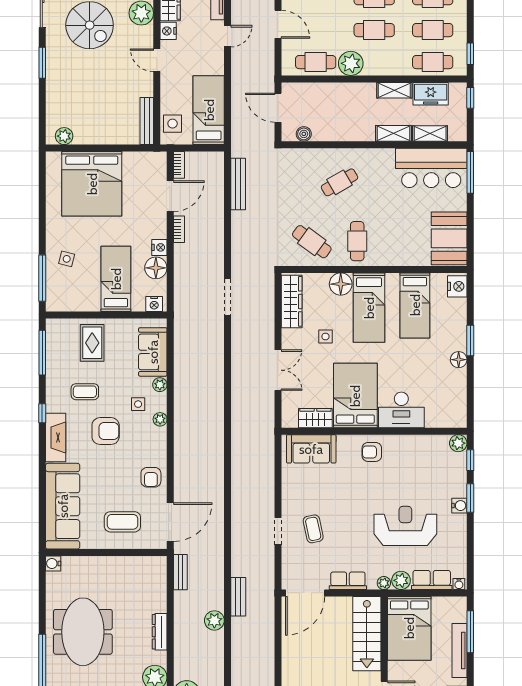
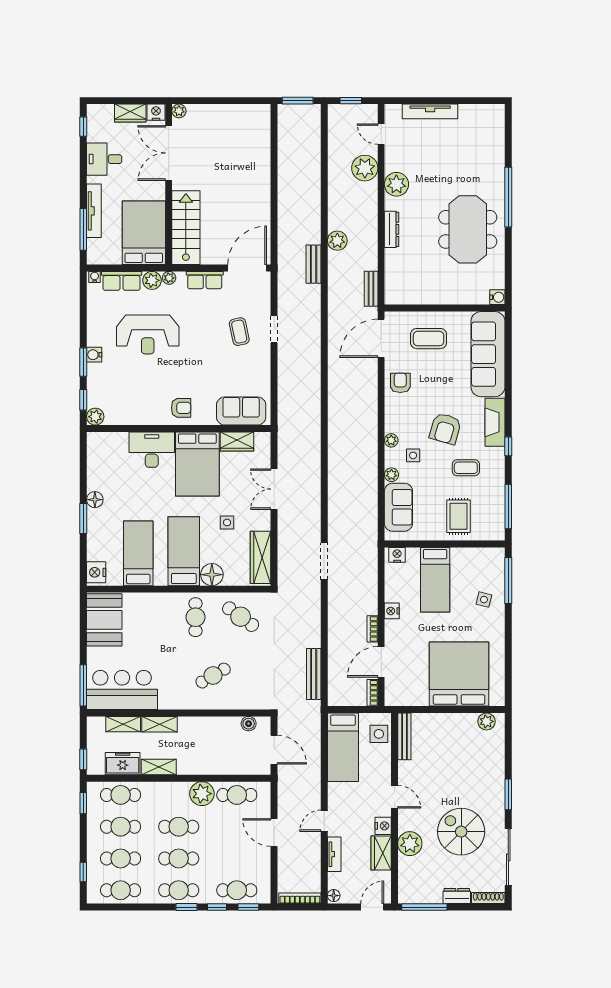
floor lamp: (156, 268) -> (395, 591), removed
armchair: (106, 431) -> (445, 429), turned -74

